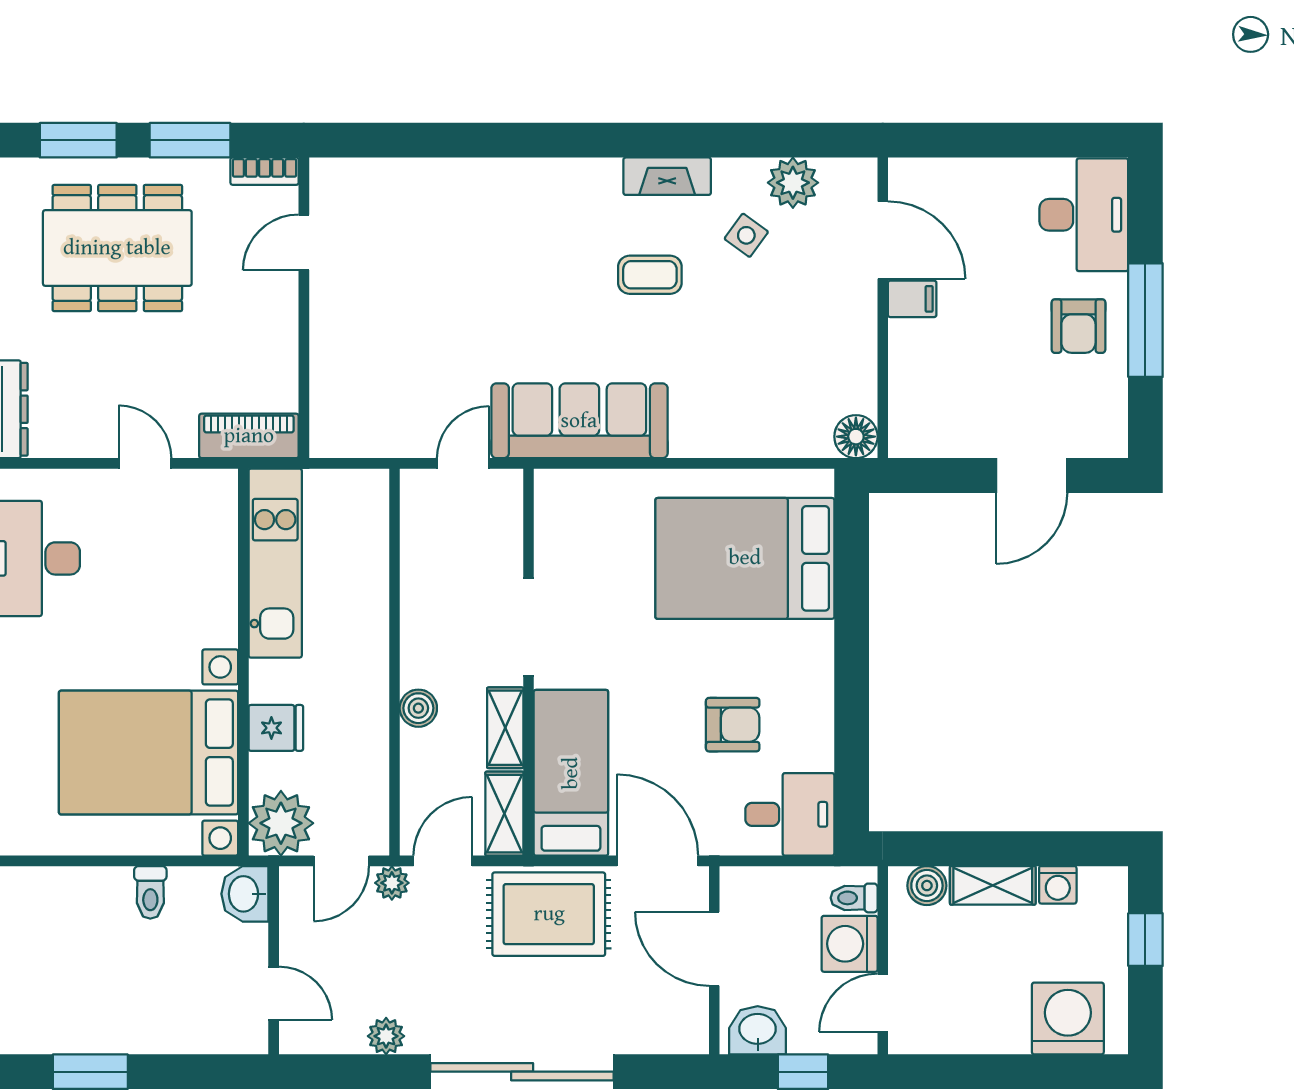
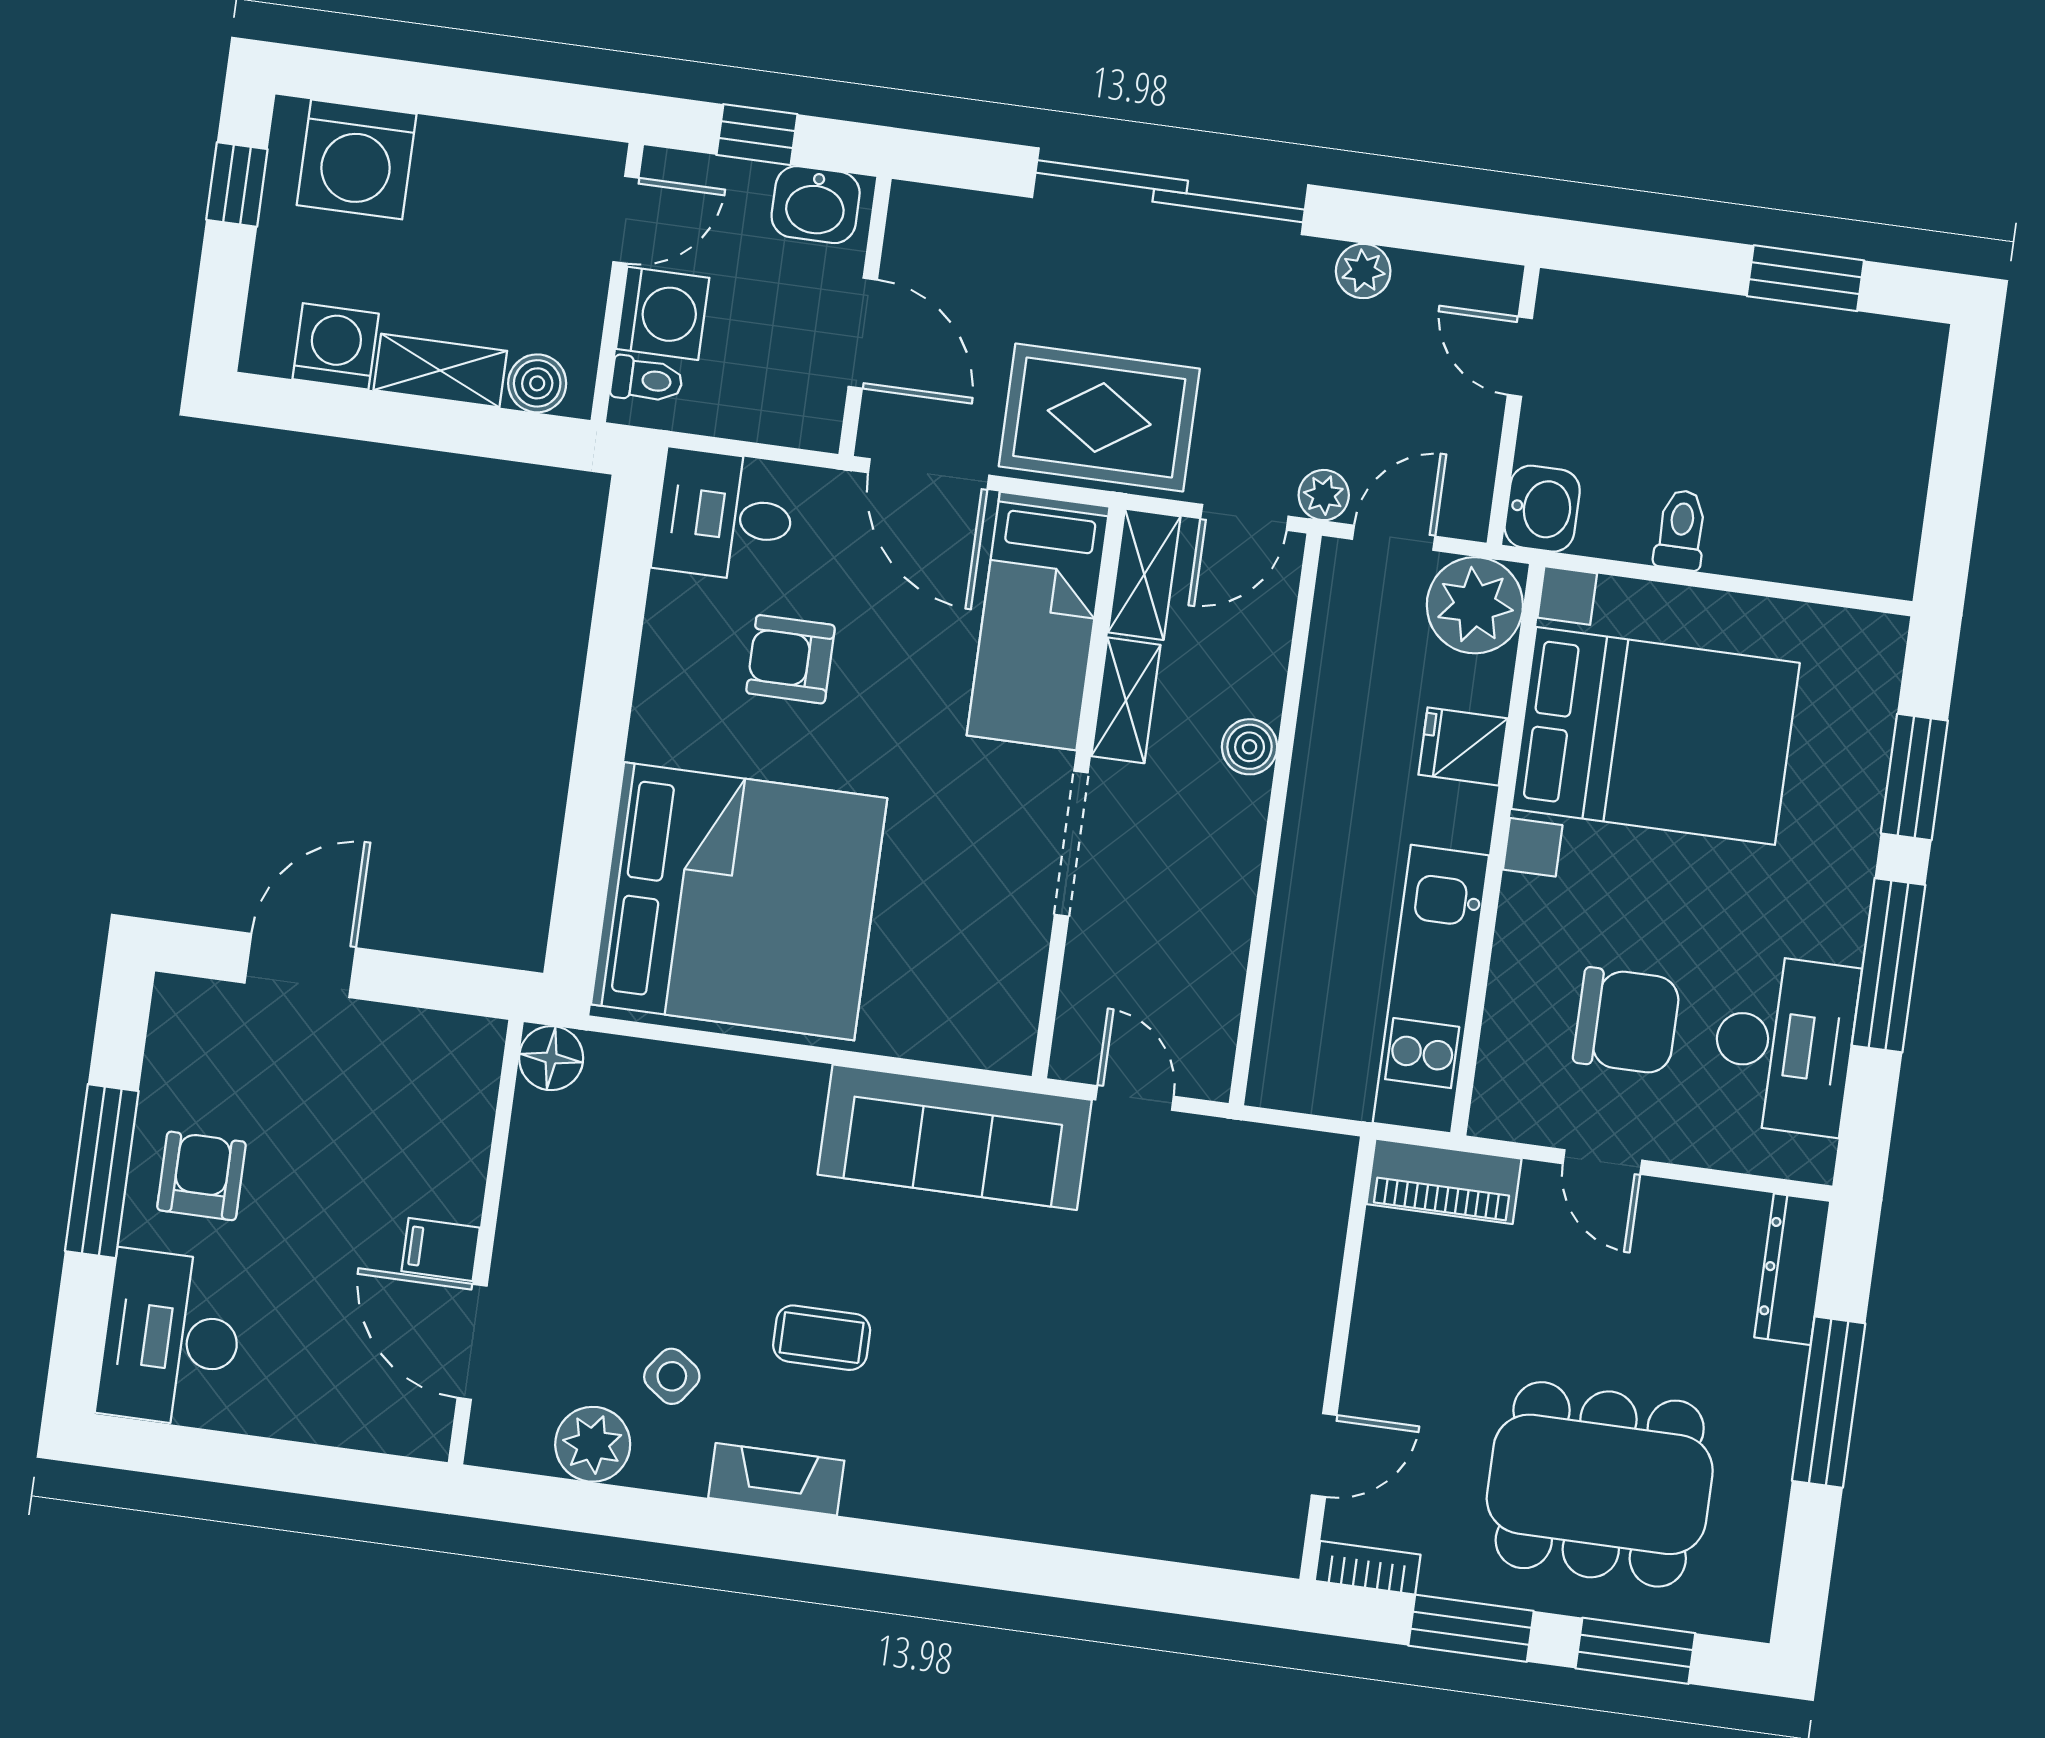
door: (463, 463) -> (1135, 1098), swing flipped
bed: (745, 558) -> (739, 901), width x1.36
chair: (142, 560) -> (1627, 1021), added
washing machine: (1058, 885) -> (336, 346), width x1.38, depth x1.38
window: (1145, 940) -> (237, 185), moved

